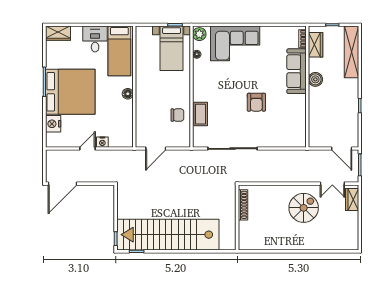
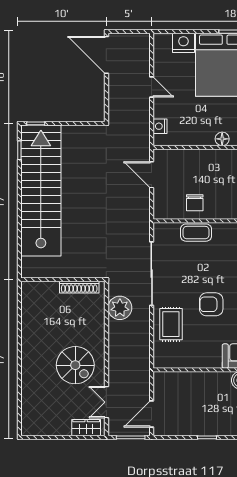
rug: (272, 133) -> (171, 324), added
nightstand: (102, 142) -> (160, 126), moved
plant: (259, 173) -> (120, 308), added

